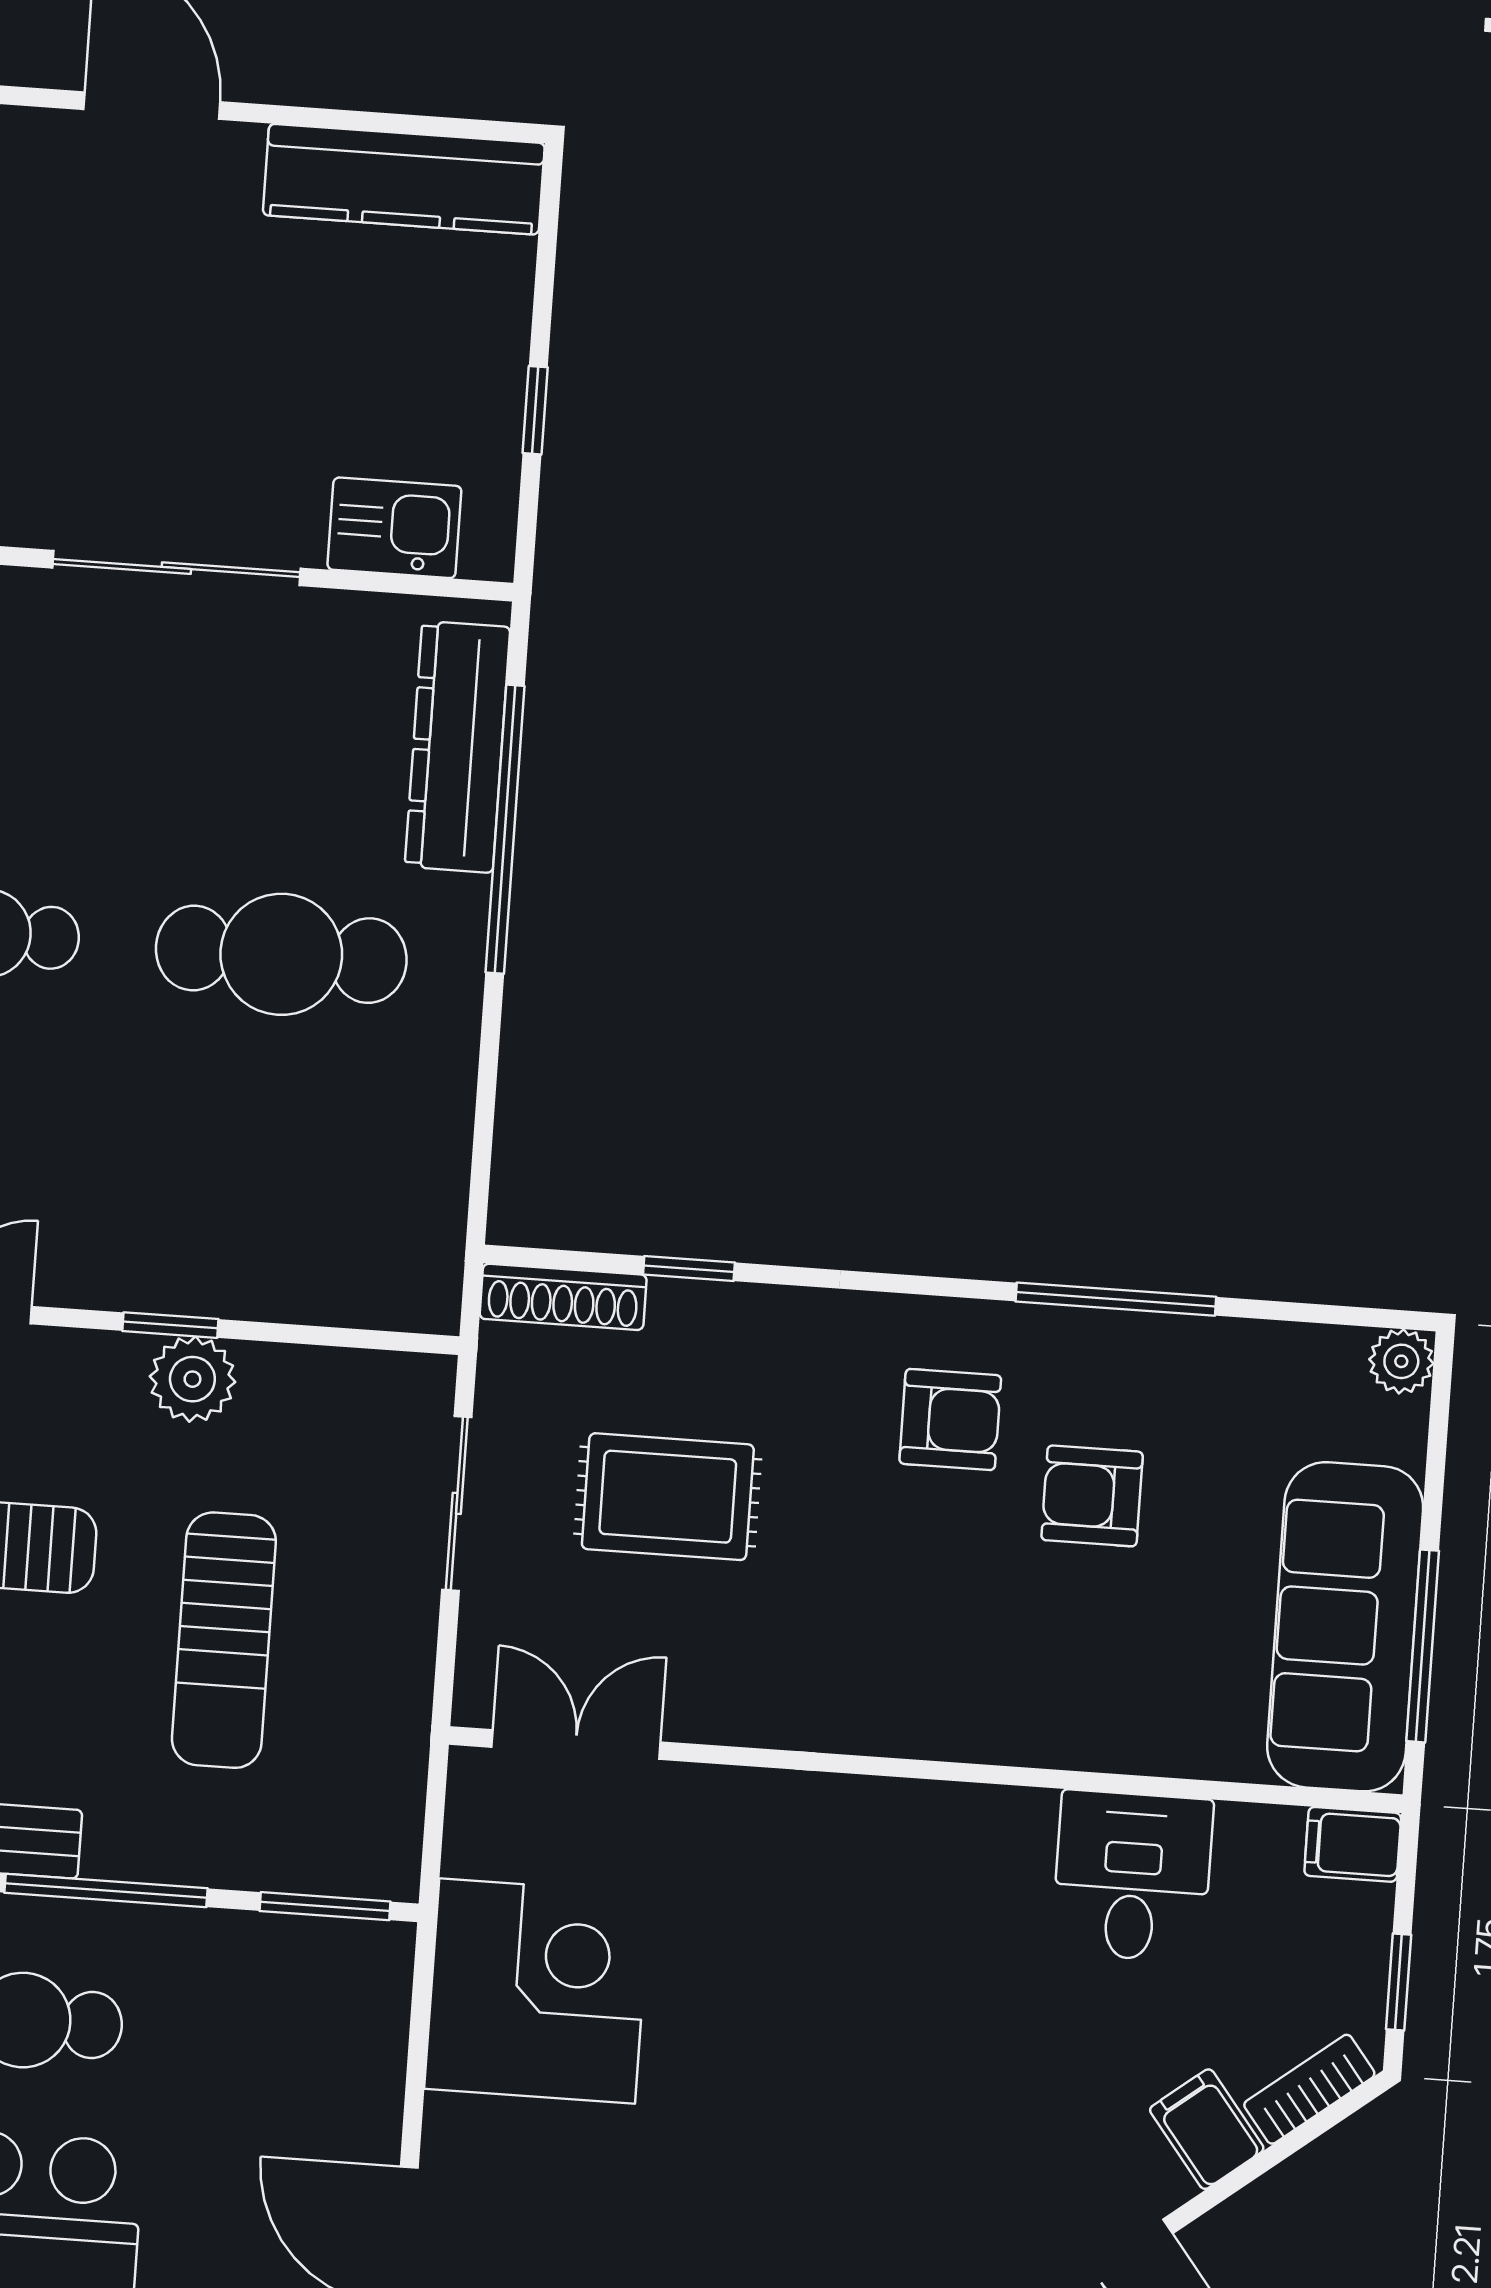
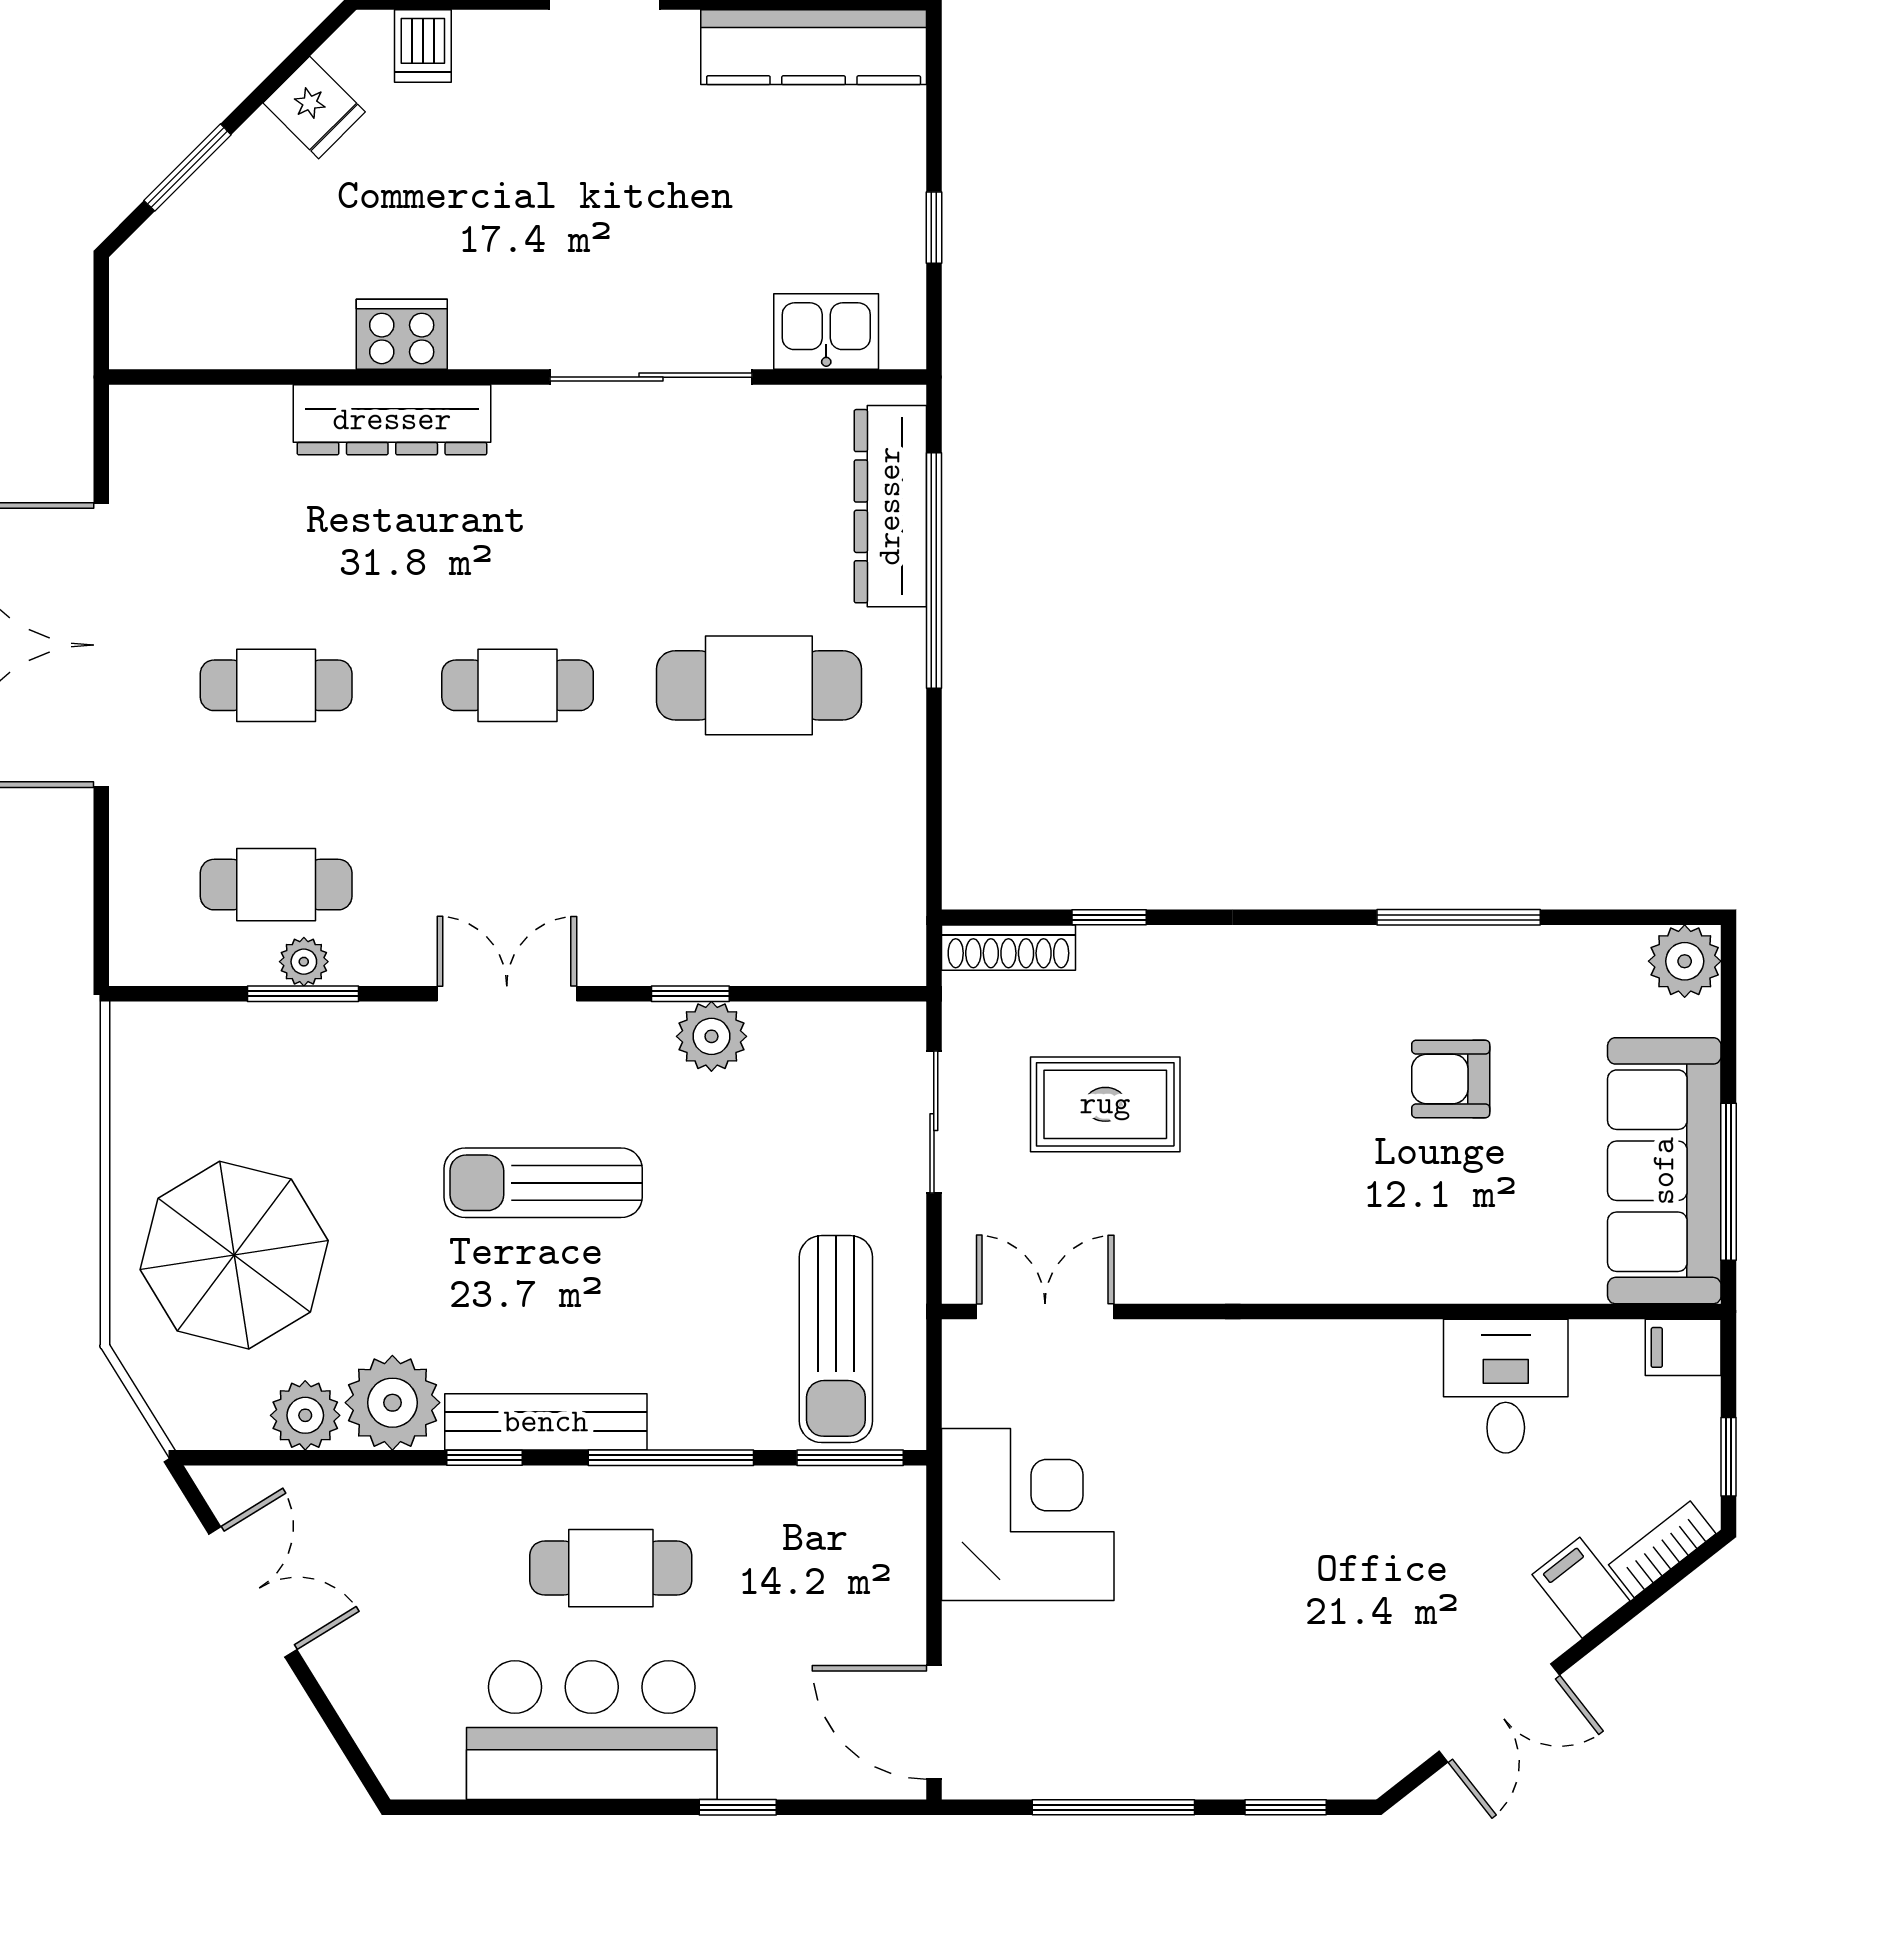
plant: (1401, 1361) -> (1685, 961), width x1.38, depth x1.38
armchair: (950, 1420) -> (1331, 1025), removed
sun lounger: (224, 1640) -> (836, 1339), moved

